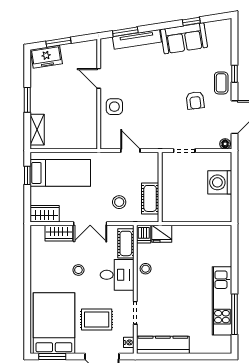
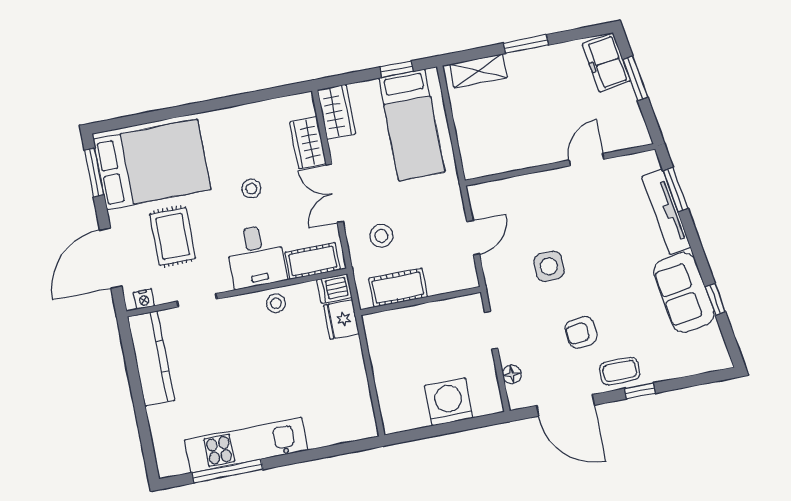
side table: (114, 107) -> (549, 266), moved
floor lamp: (225, 144) -> (512, 374), moved

